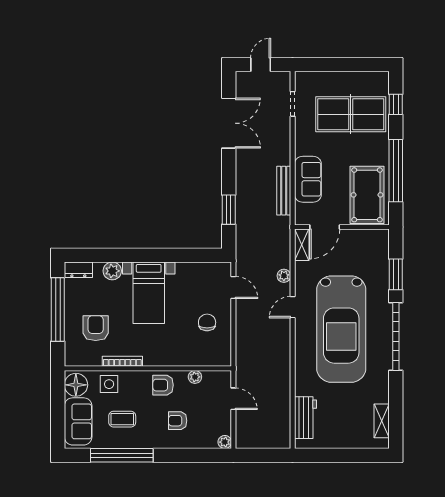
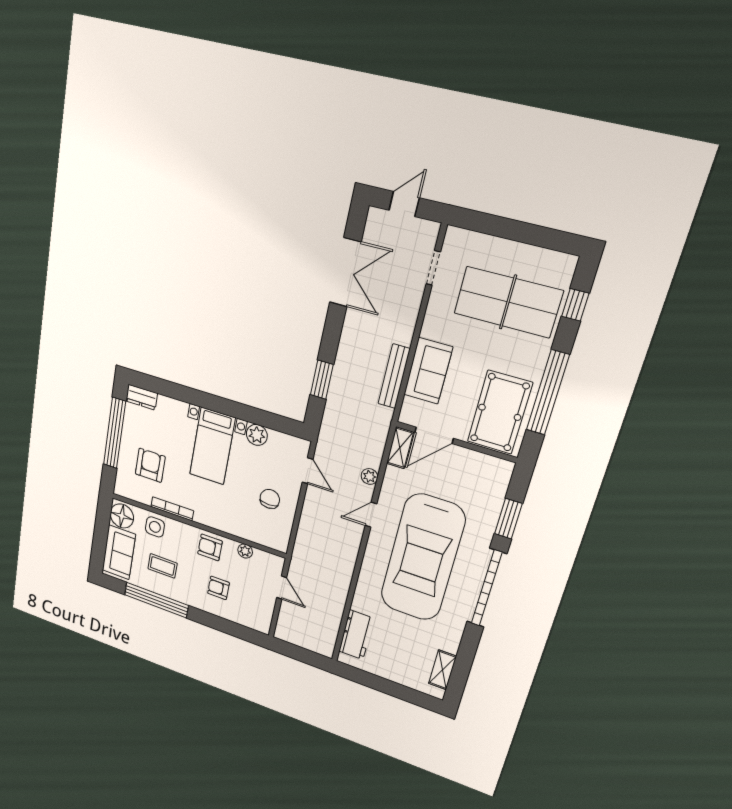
plant: (112, 271) -> (257, 435), moved
plant: (225, 442) -> (263, 627), removed

